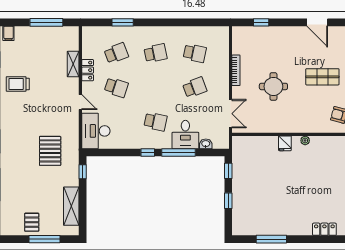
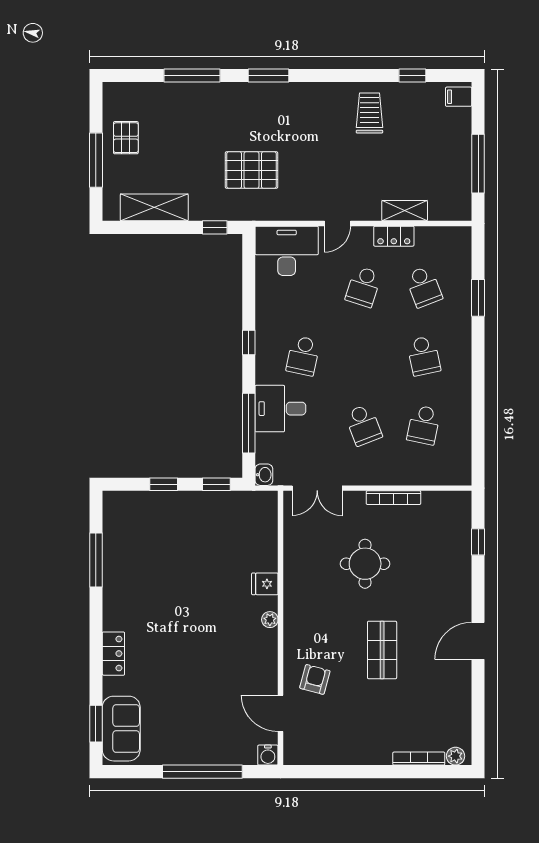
washbasin: (206, 144) -> (264, 475), moved
window: (178, 152) -> (249, 423), moved
pallet: (32, 222) -> (126, 138), turned 90

